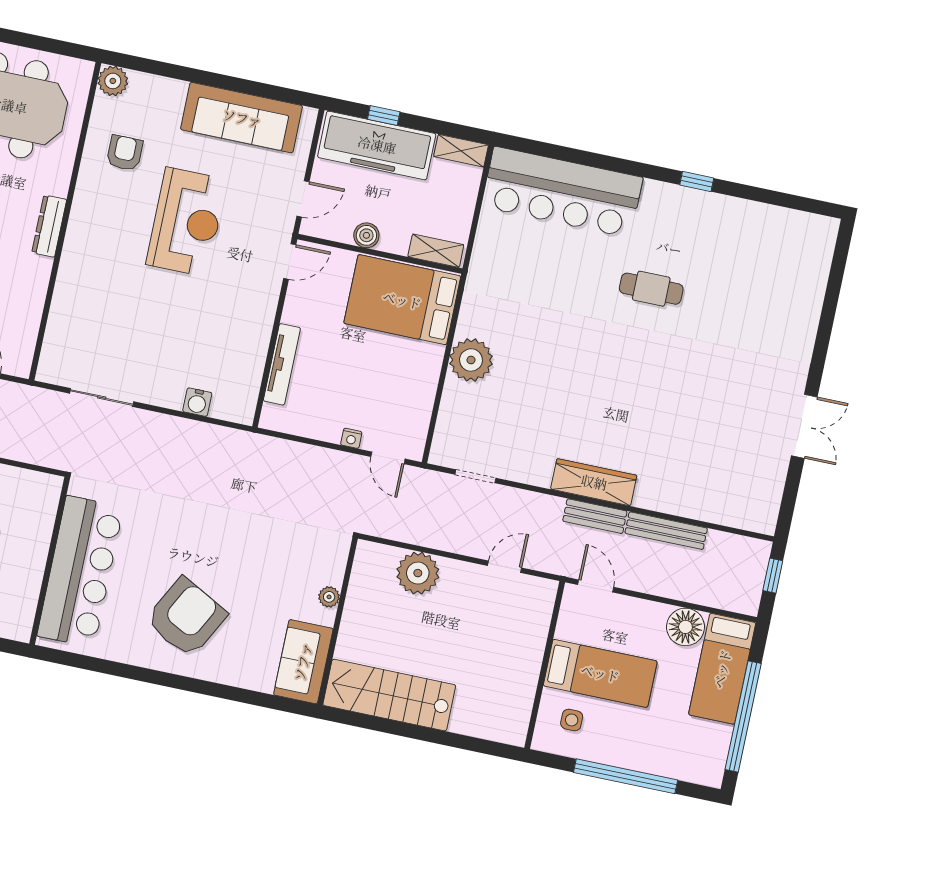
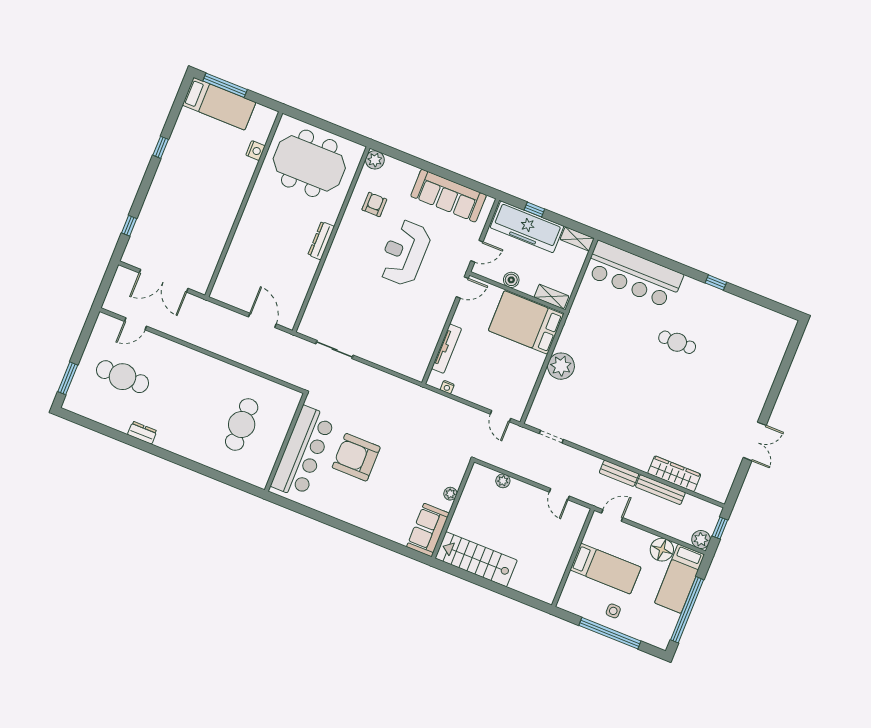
reception desk: (187, 222) -> (404, 253), turned 180
water cooler: (197, 402) -> (392, 362), removed
nightstand: (351, 438) -> (447, 387), moved
wardrobe: (594, 482) -> (674, 474), moved
door: (505, 567) -> (559, 494), swing flipped
plant: (418, 573) -> (503, 481), width x0.53, depth x0.53
door: (596, 586) -> (612, 515), hinge flipped
plant: (746, 599) -> (701, 539), added
armchair: (186, 617) -> (356, 457), moved, turned -118
side table: (572, 720) -> (613, 611), moved

